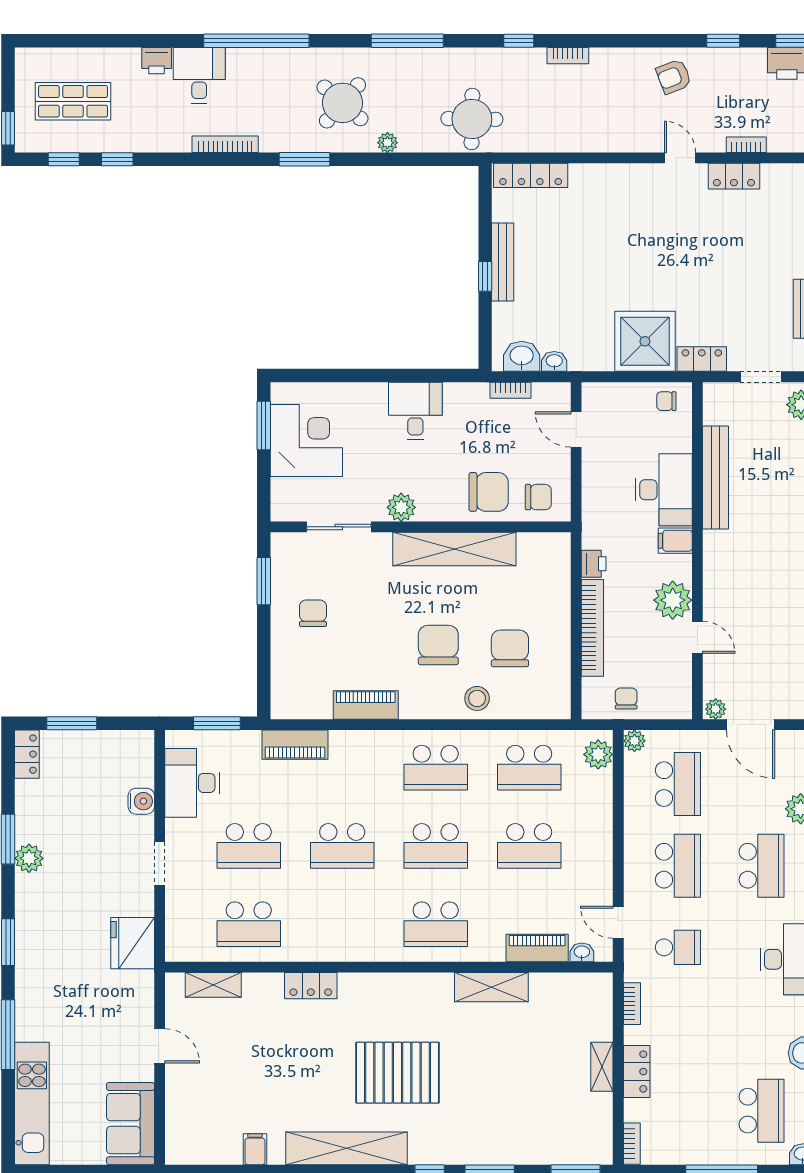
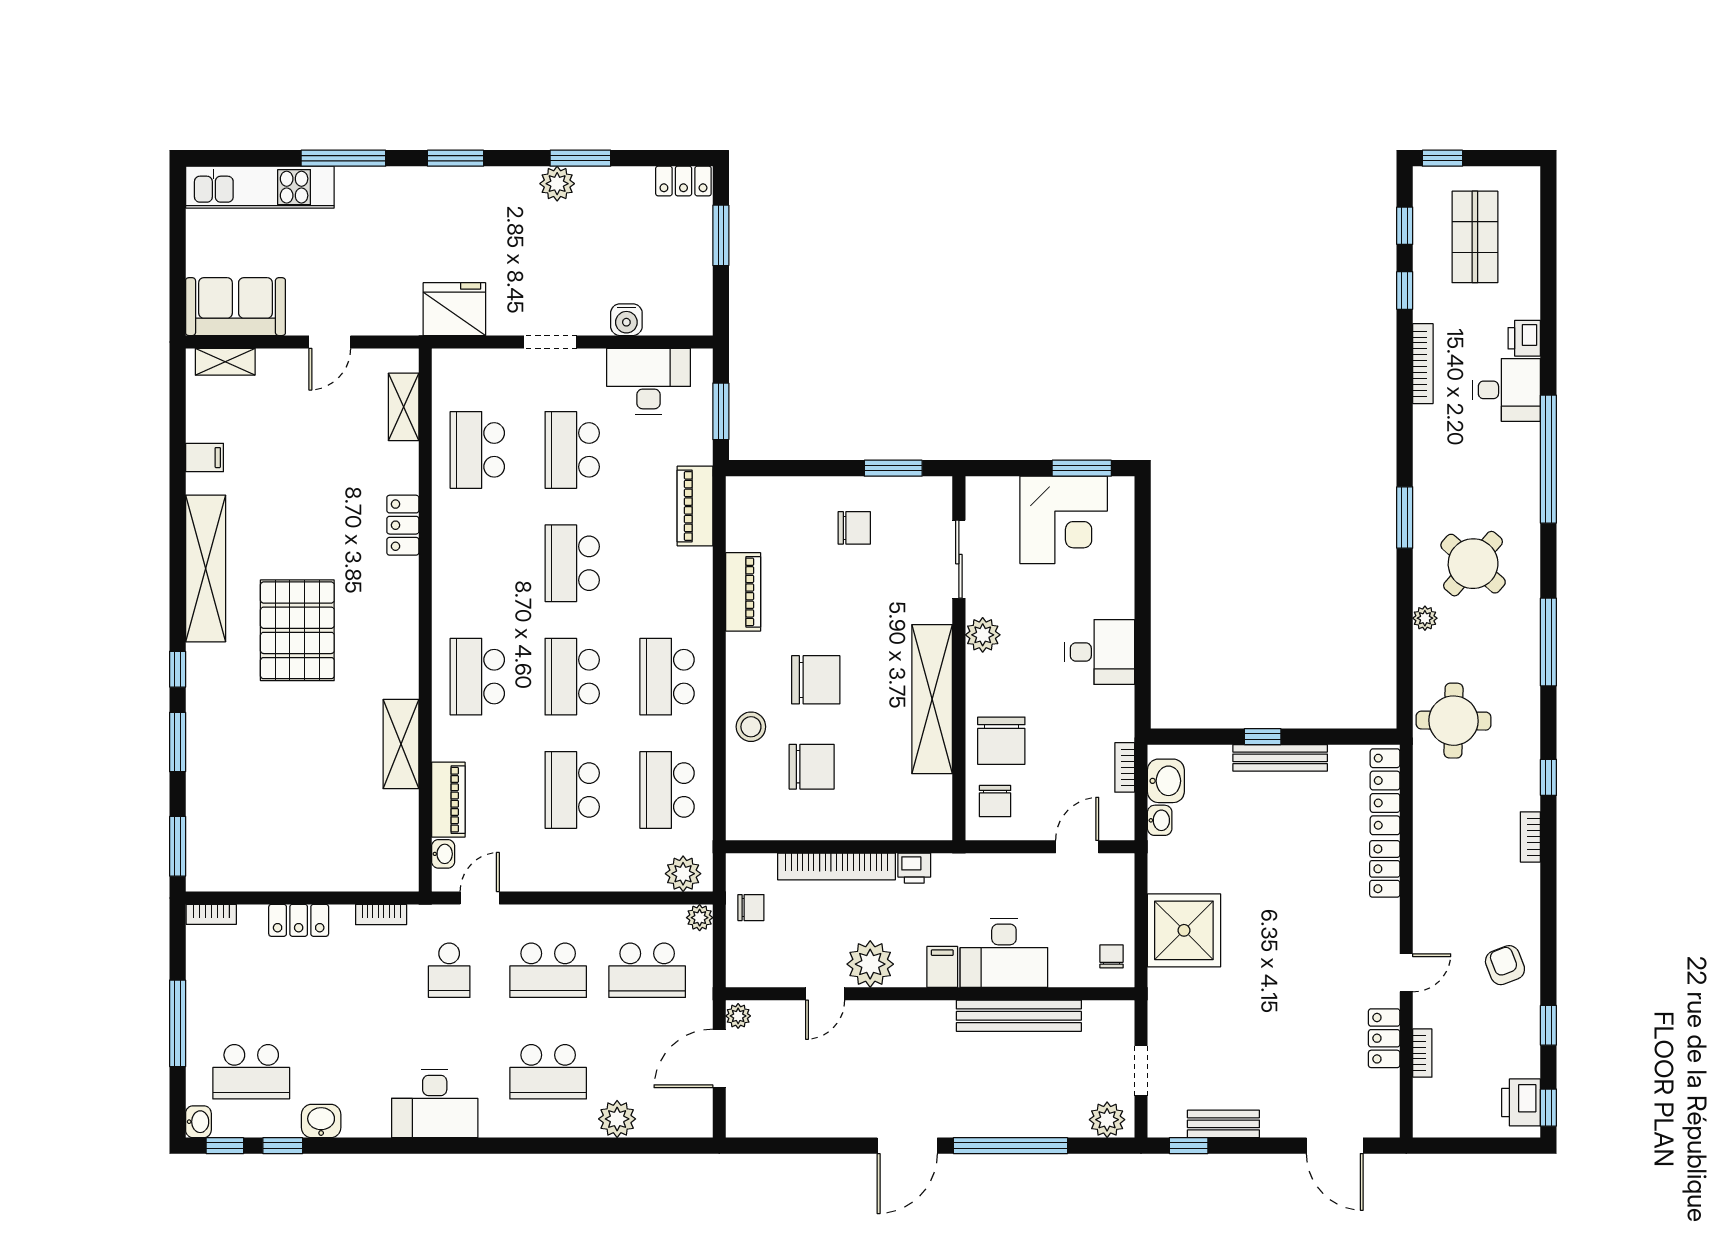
bookcase: (225, 144) -> (1423, 364), moved
locker: (702, 359) -> (1385, 869), moved, turned 180
shelving: (602, 1067) -> (225, 362), moved

